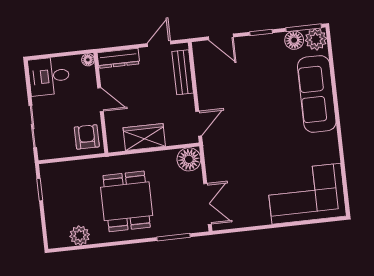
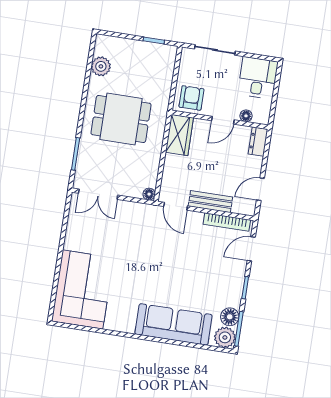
door: (159, 44) -> (260, 189), swing flipped
dresser: (118, 58) -> (258, 142), width x0.70
floor lamp: (88, 60) -> (246, 116), moved
bookcase: (201, 68) -> (227, 222), added
bench: (183, 72) -> (210, 202), moved
armchair: (87, 137) -> (191, 98), turned -90
wardrobe: (144, 137) -> (179, 135), moved
floor lamp: (189, 159) -> (149, 194), width x0.53, depth x0.53

